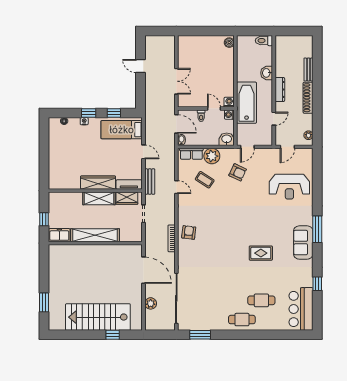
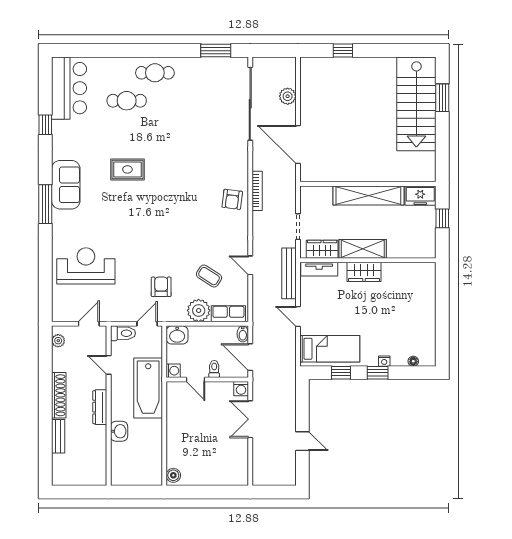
toilet: (264, 41) -> (123, 333), moved
washing machine: (229, 102) -> (241, 389), moved
door: (274, 119) -> (109, 365), hinge flipped
armchair: (238, 172) -> (161, 287), turned 65
bench: (150, 182) -> (289, 273), width x1.36
wardrobe: (98, 183) -> (364, 272), width x0.67
stairs: (98, 317) -> (416, 104), moved, turned 90

